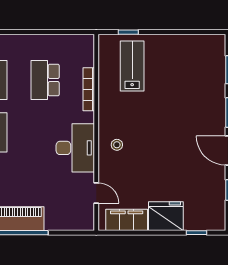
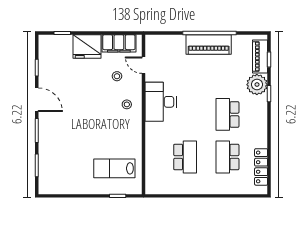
lab bench: (132, 66) -> (114, 168), turned 90
bookcase: (89, 89) -> (150, 149), removed
stool: (129, 180) -> (117, 76), added

